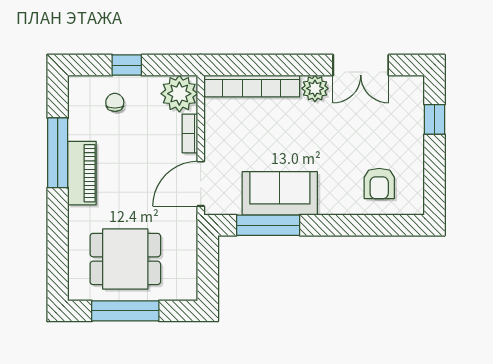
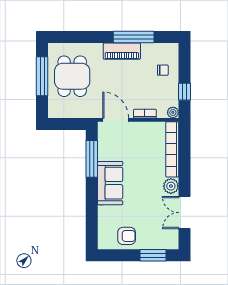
window: (127, 65) -> (184, 92), moved
plant: (179, 94) -> (173, 112), width x0.53, depth x0.53
window: (434, 119) -> (153, 255), width x1.50
armchair: (379, 183) -> (127, 236), moved, turned 180
sofa: (280, 193) -> (110, 183), moved

